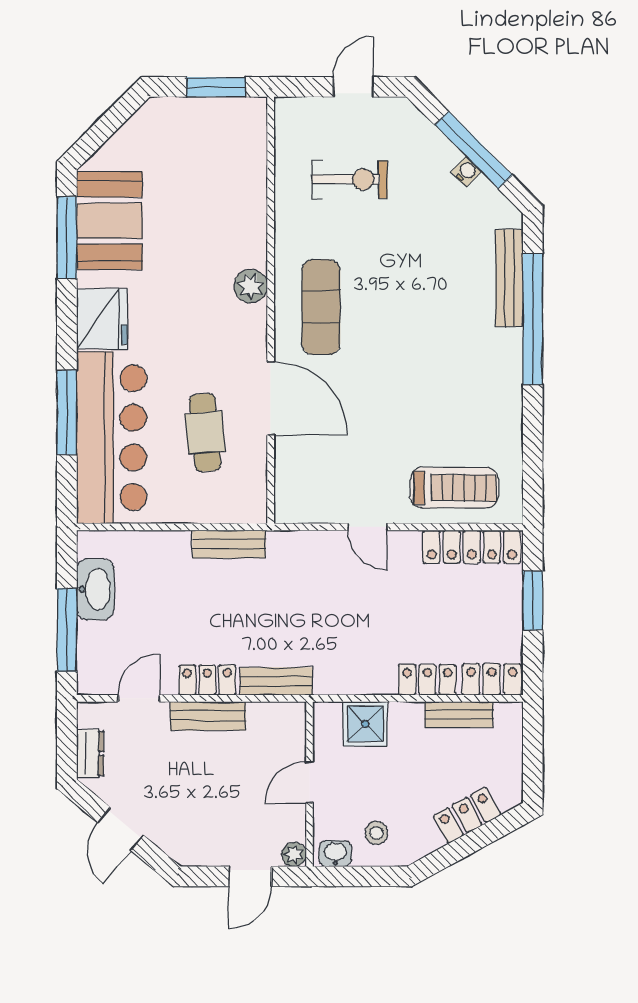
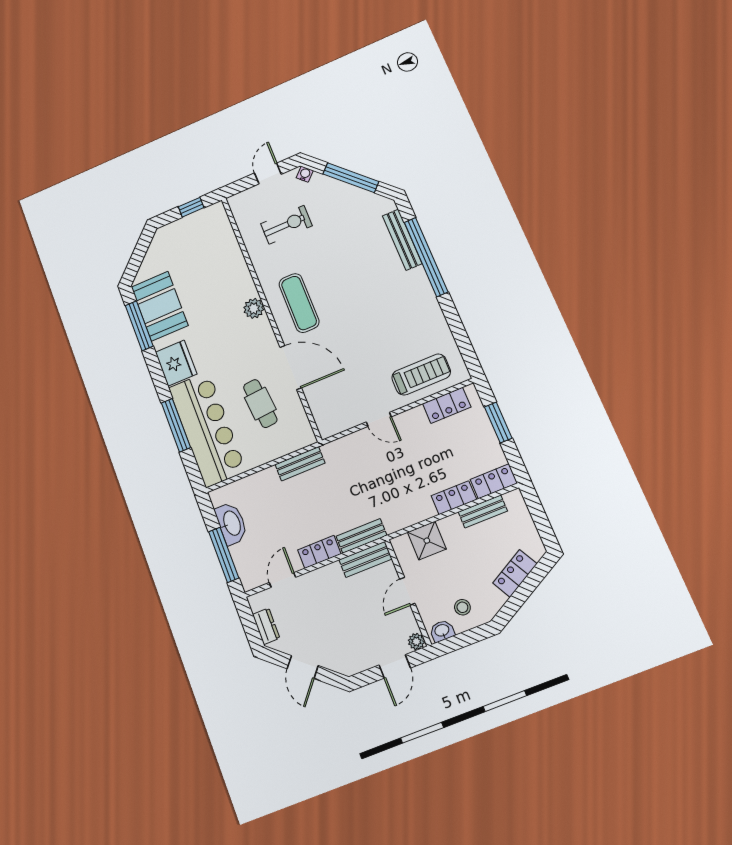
window: (216, 87) -> (191, 207), width x0.67
water cooler: (466, 172) -> (305, 174), moved
locker: (472, 547) -> (447, 405), width x0.66
bench: (208, 716) -> (365, 559), moved

